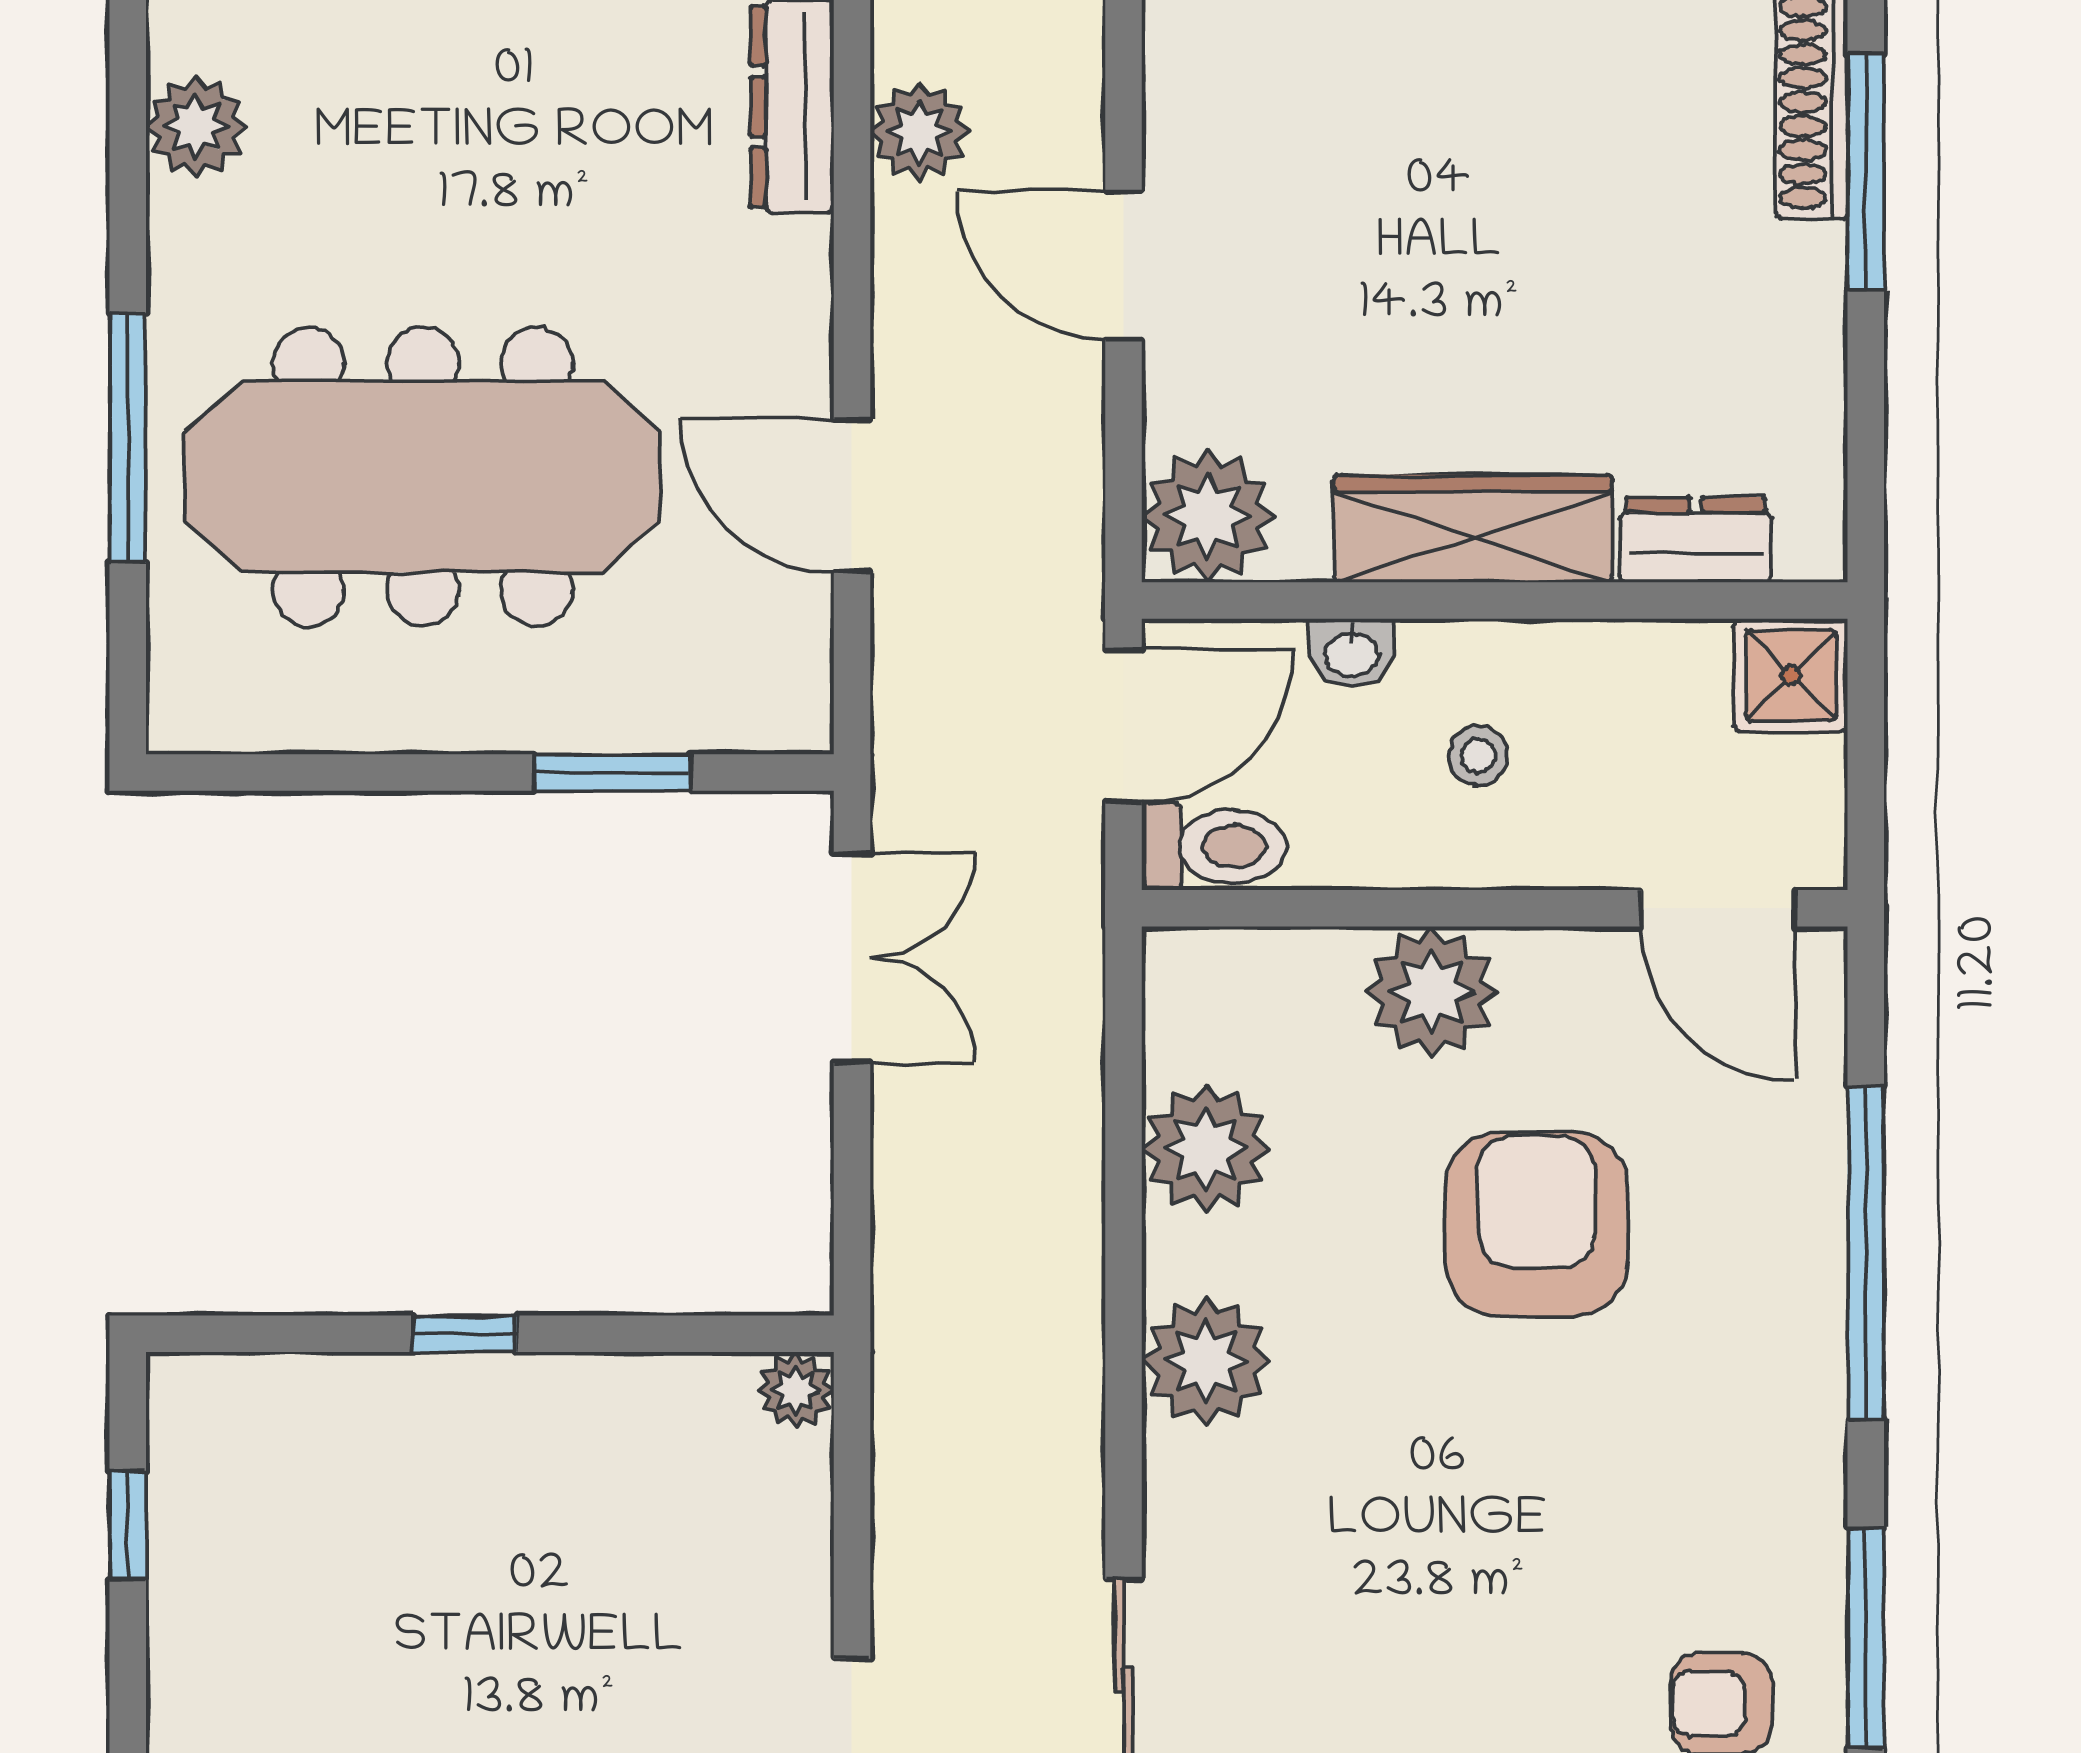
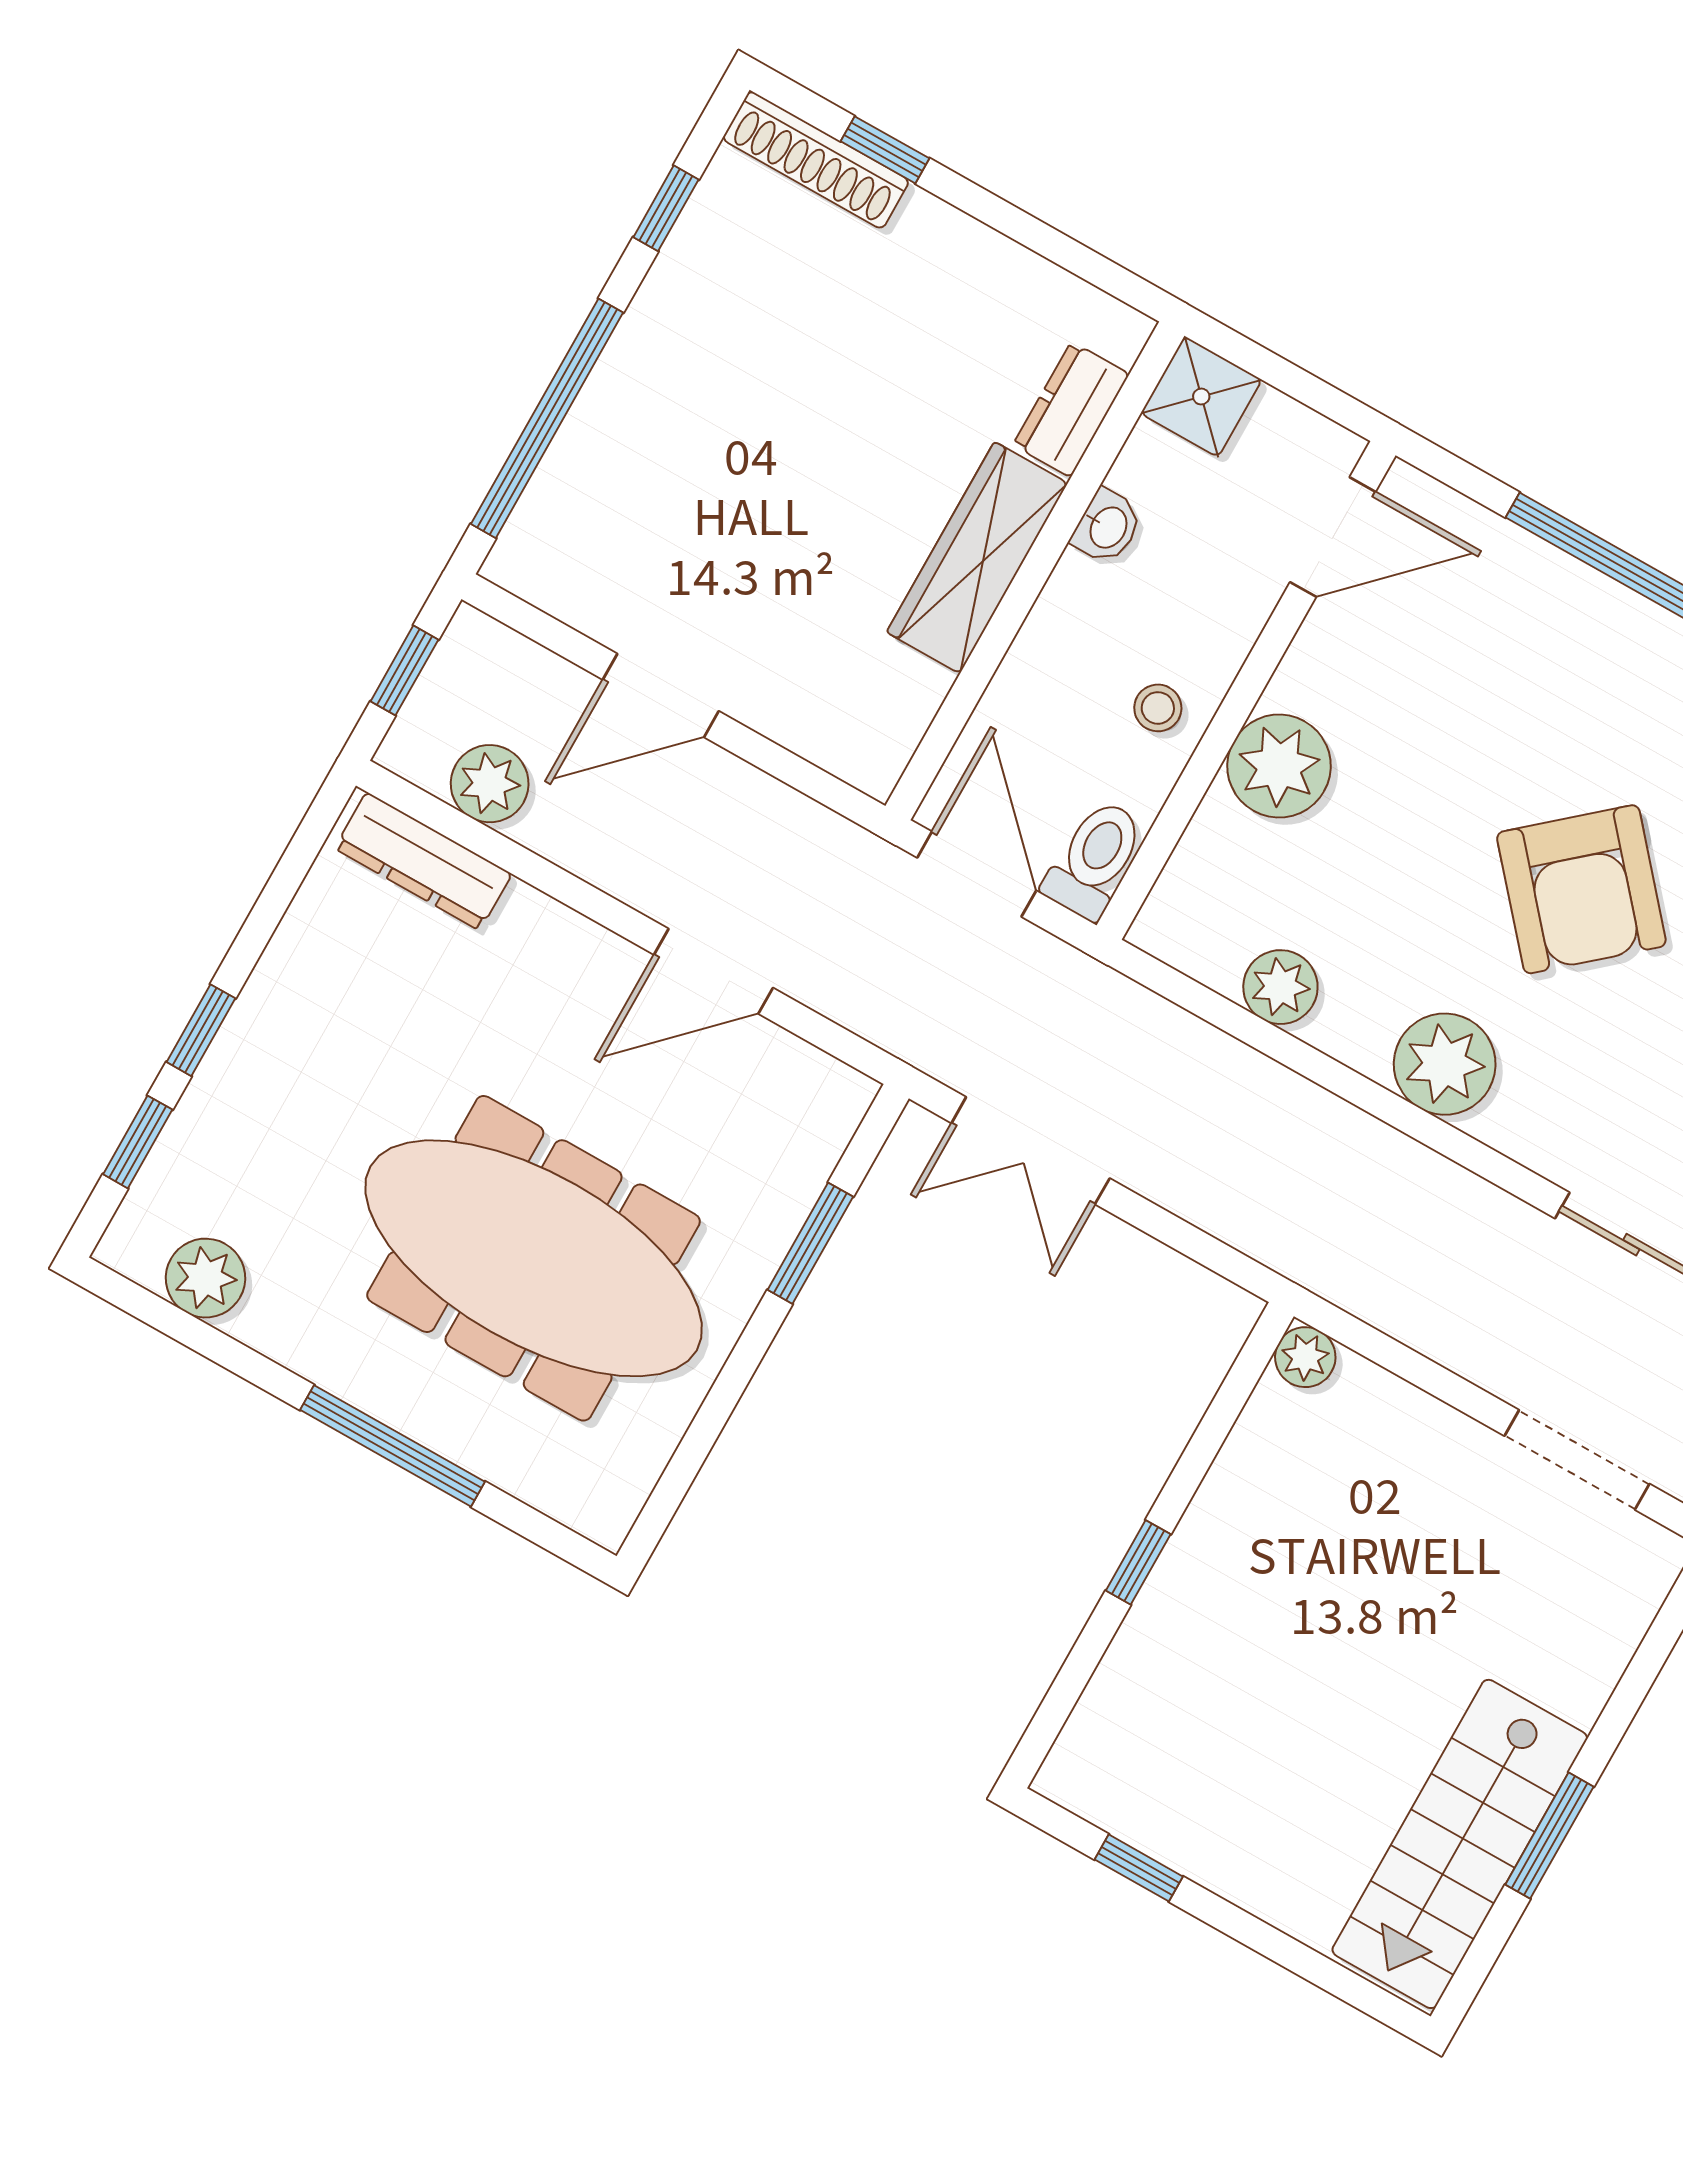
window: (1866, 172) -> (885, 150), width x0.46
meeting table: (423, 476) -> (534, 1258), turned 90
plant: (1208, 516) -> (866, 735), removed
washbasin: (1352, 653) -> (1107, 527), moved
stool: (1478, 756) -> (1158, 708), moved
double door: (852, 958) -> (1031, 1151), swing flipped
plant: (1206, 1149) -> (1280, 987), width x0.73, depth x0.73
armchair: (1536, 1224) -> (1581, 889), moved, turned -131

